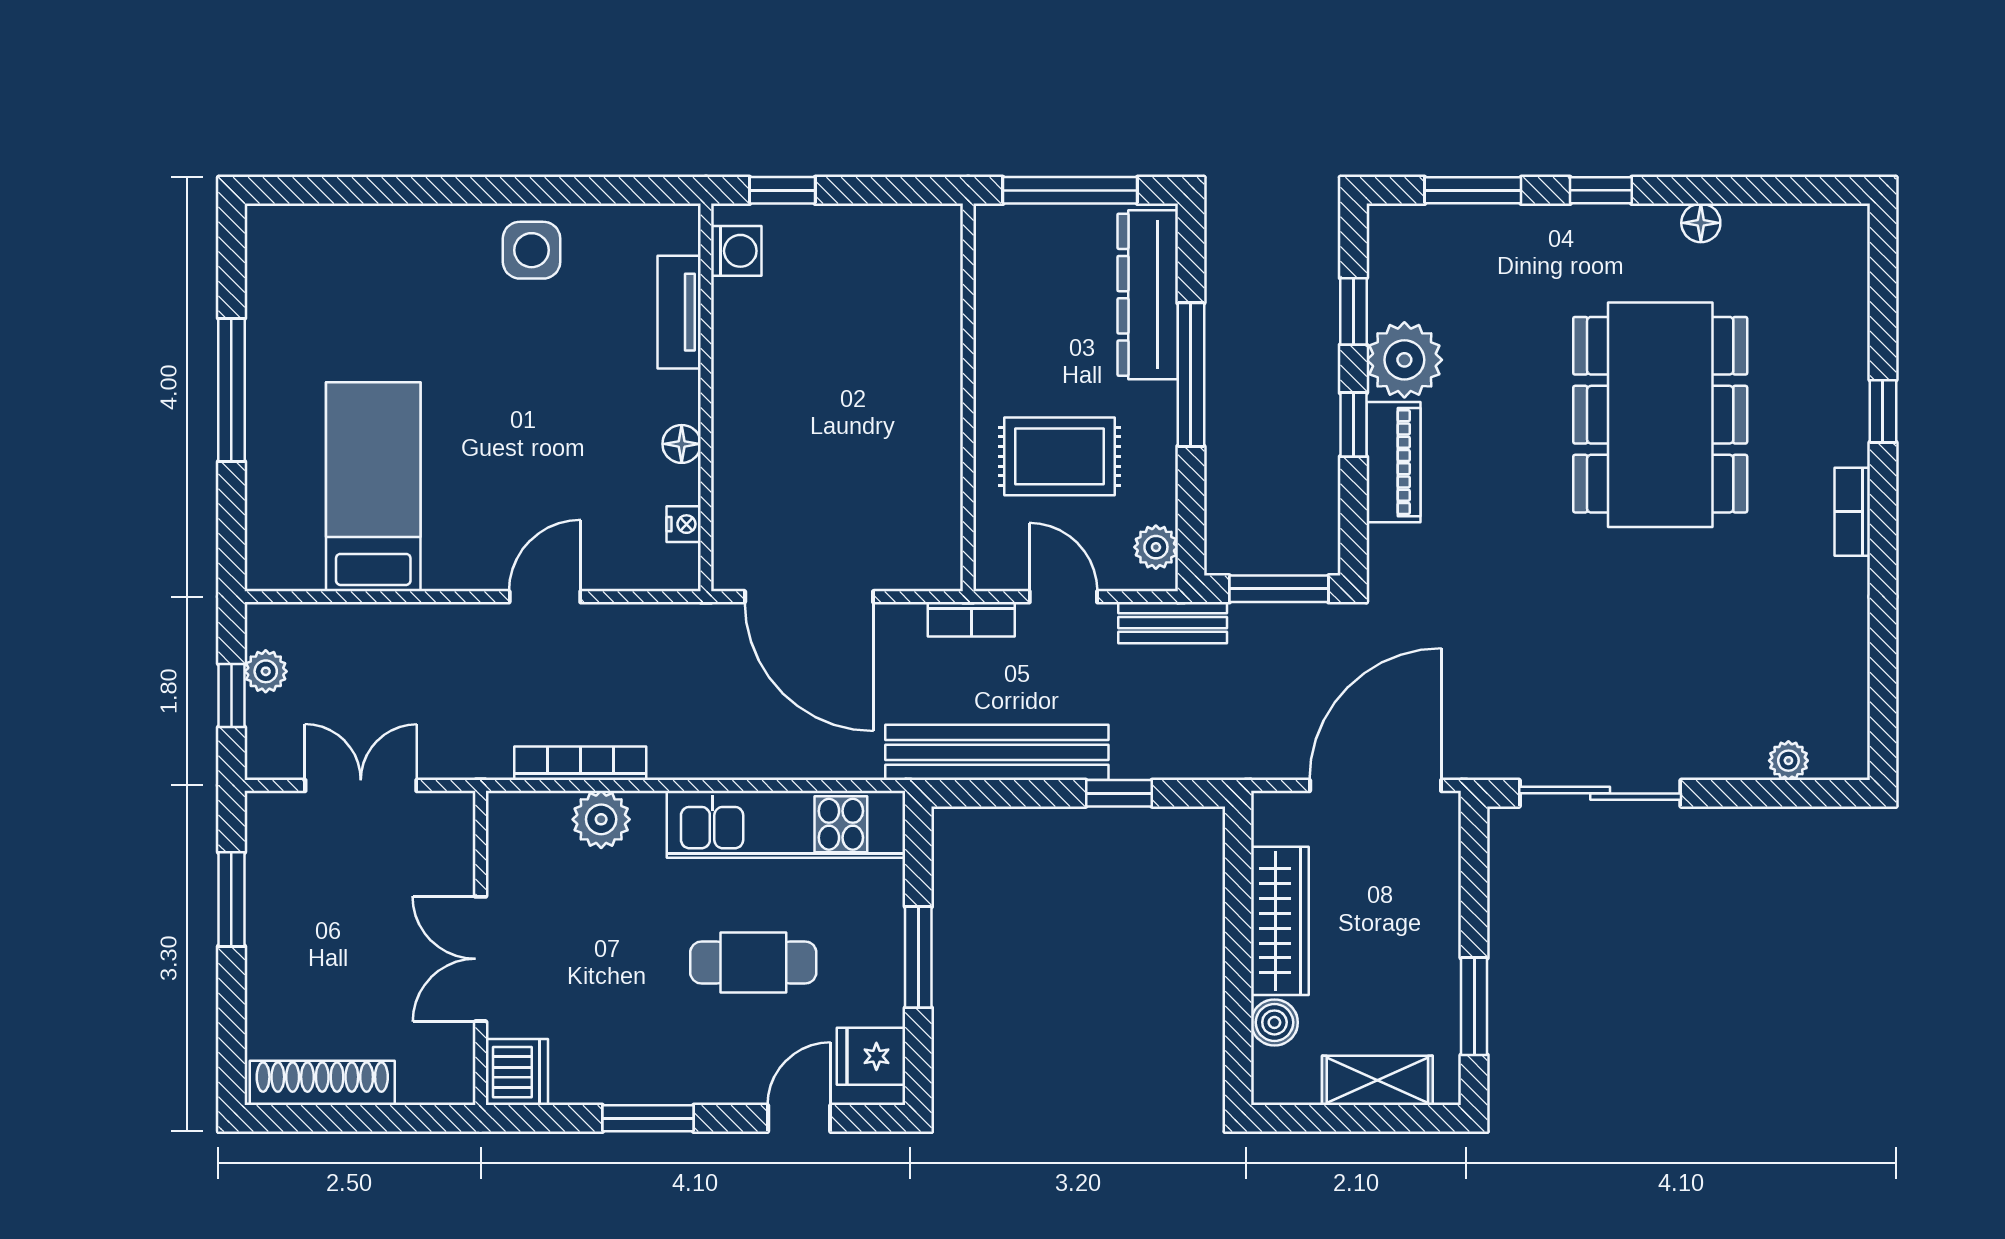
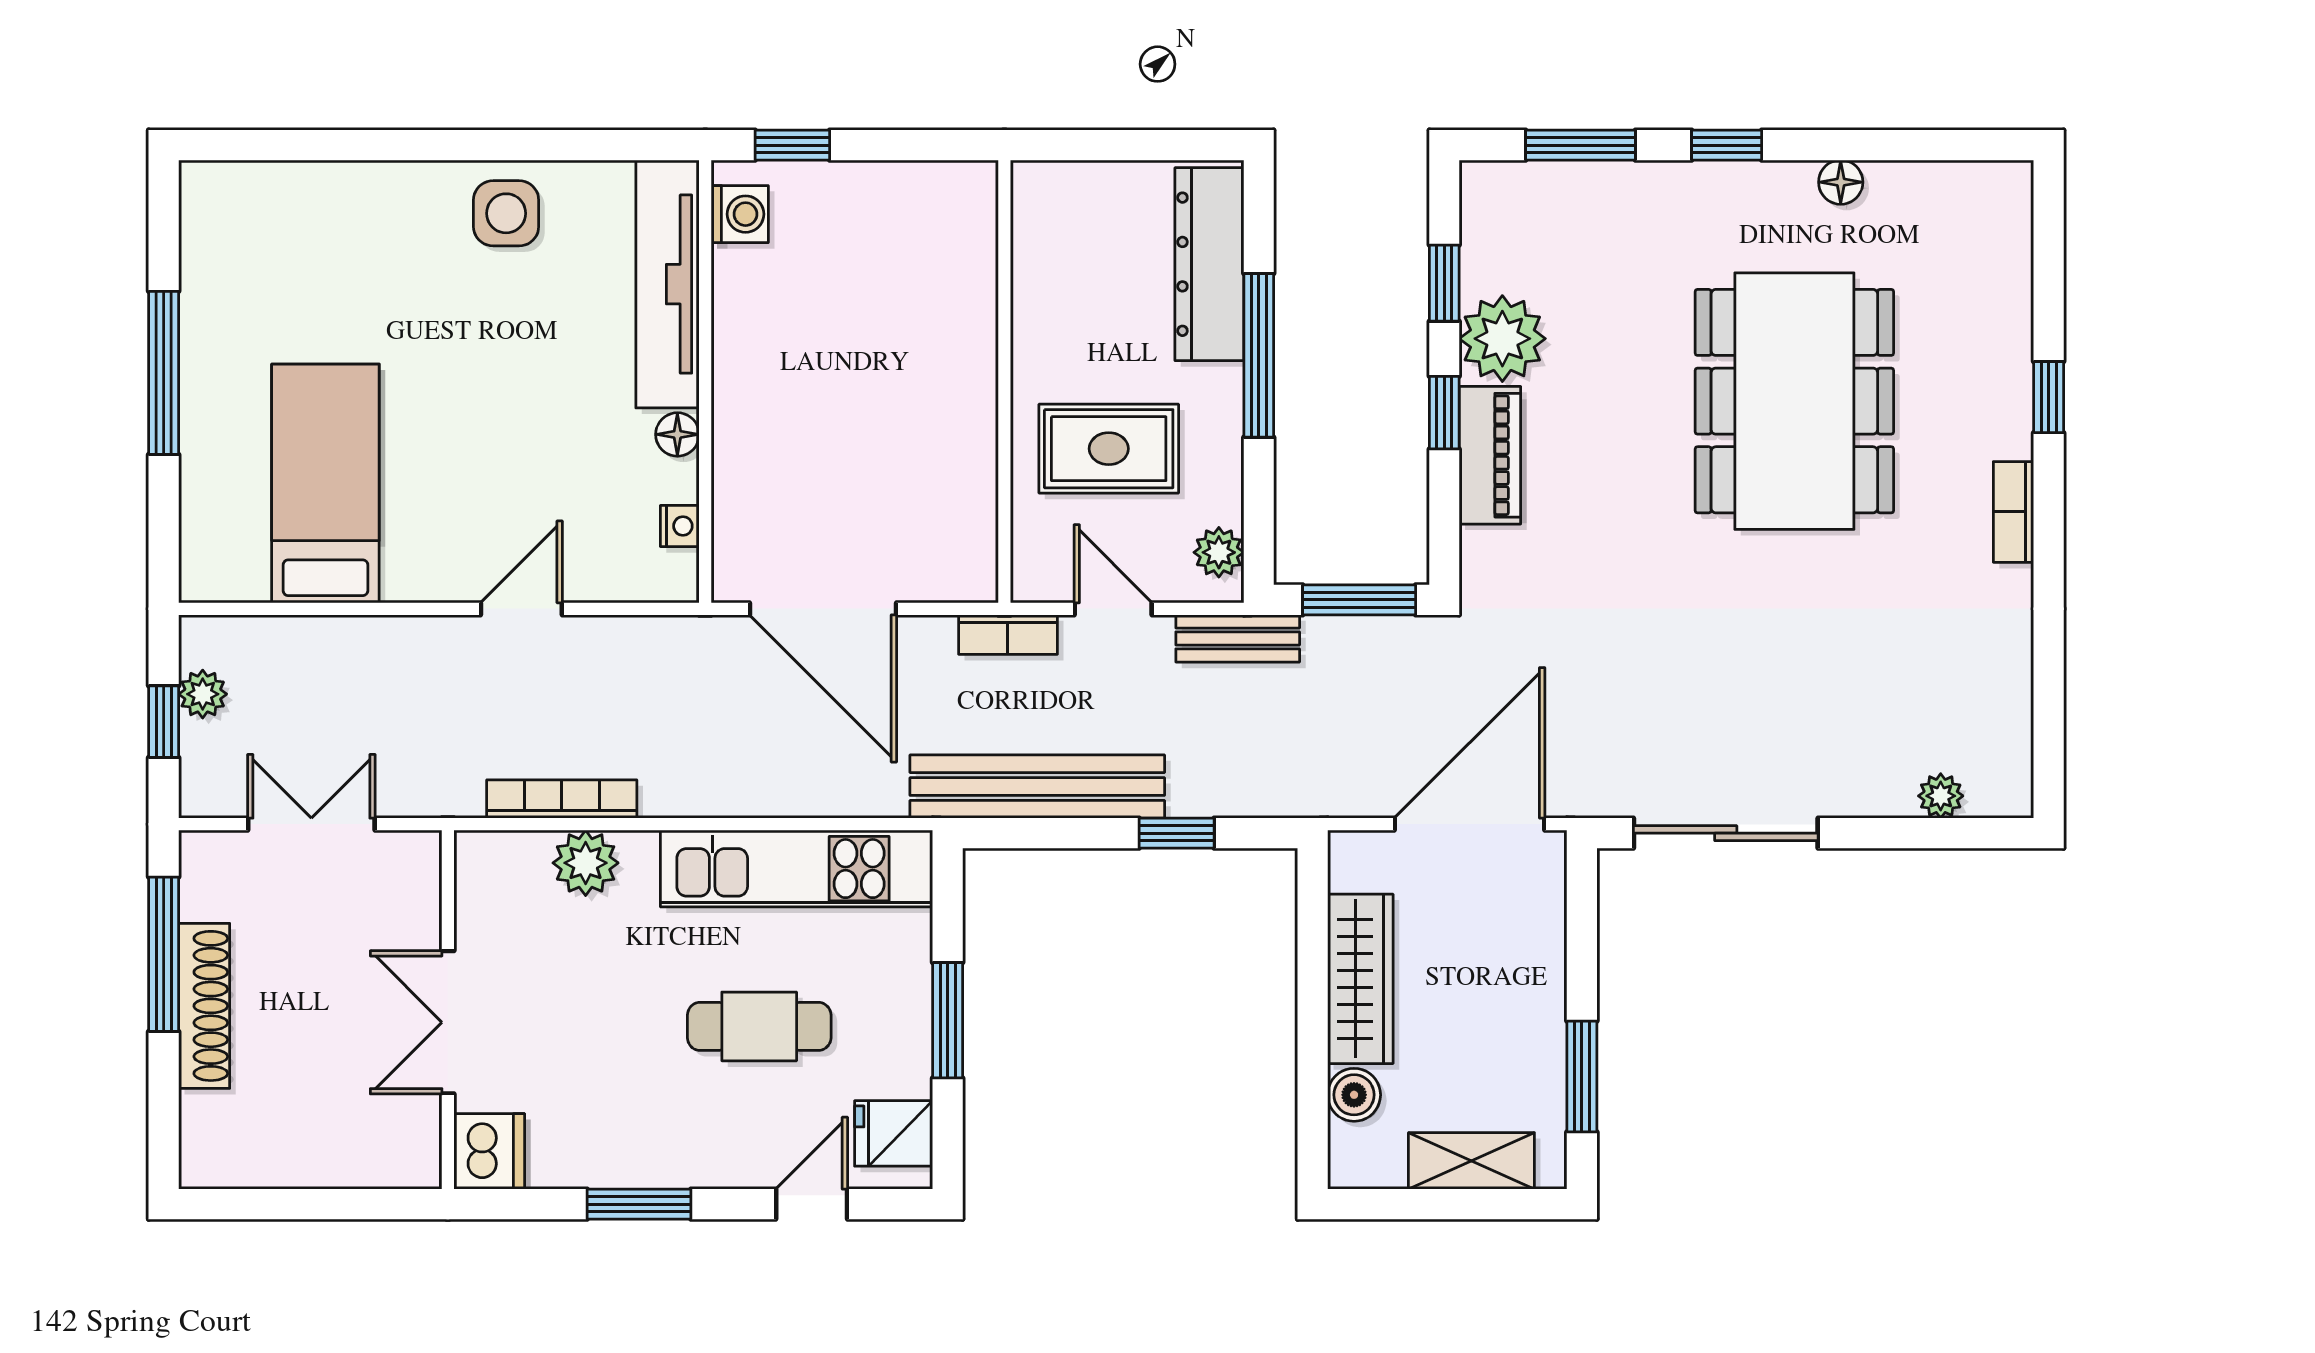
window: (1070, 190) -> (1121, 145), removed
tv unit: (679, 312) -> (668, 284), width x1.92, depth x1.29
window: (231, 899) -> (164, 954), width x1.44
shoe rack: (322, 1083) -> (204, 1006), moved, turned 90

